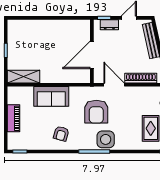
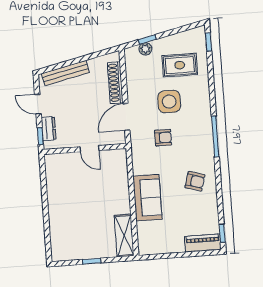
door: (92, 55) -> (89, 149), width x0.53
armchair: (96, 112) -> (163, 138), width x0.53, depth x0.53
piano: (14, 118) -> (203, 243), moved
side table: (106, 139) -> (169, 102), moved

